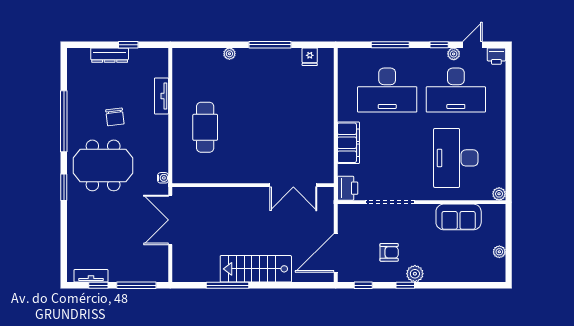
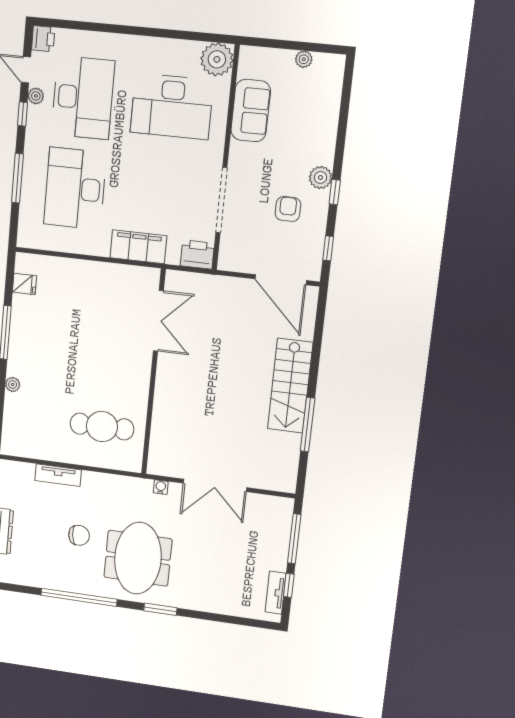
desk: (387, 90) -> (75, 189), turned 180
wall: (253, 185) -> (153, 372), moved
double door: (293, 185) -> (158, 321), moved
plant: (499, 194) -> (217, 59), width x1.87, depth x1.87

